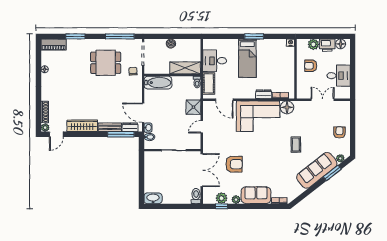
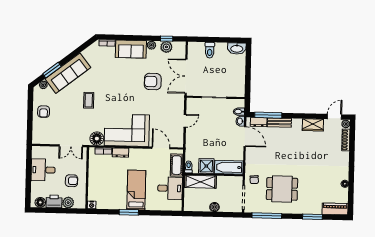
double door: (323, 100) -> (71, 146), moved
shower: (193, 107) -> (206, 166), moved
wardrobe: (82, 126) -> (313, 125), width x0.67
toilet: (196, 196) -> (210, 50), moved

